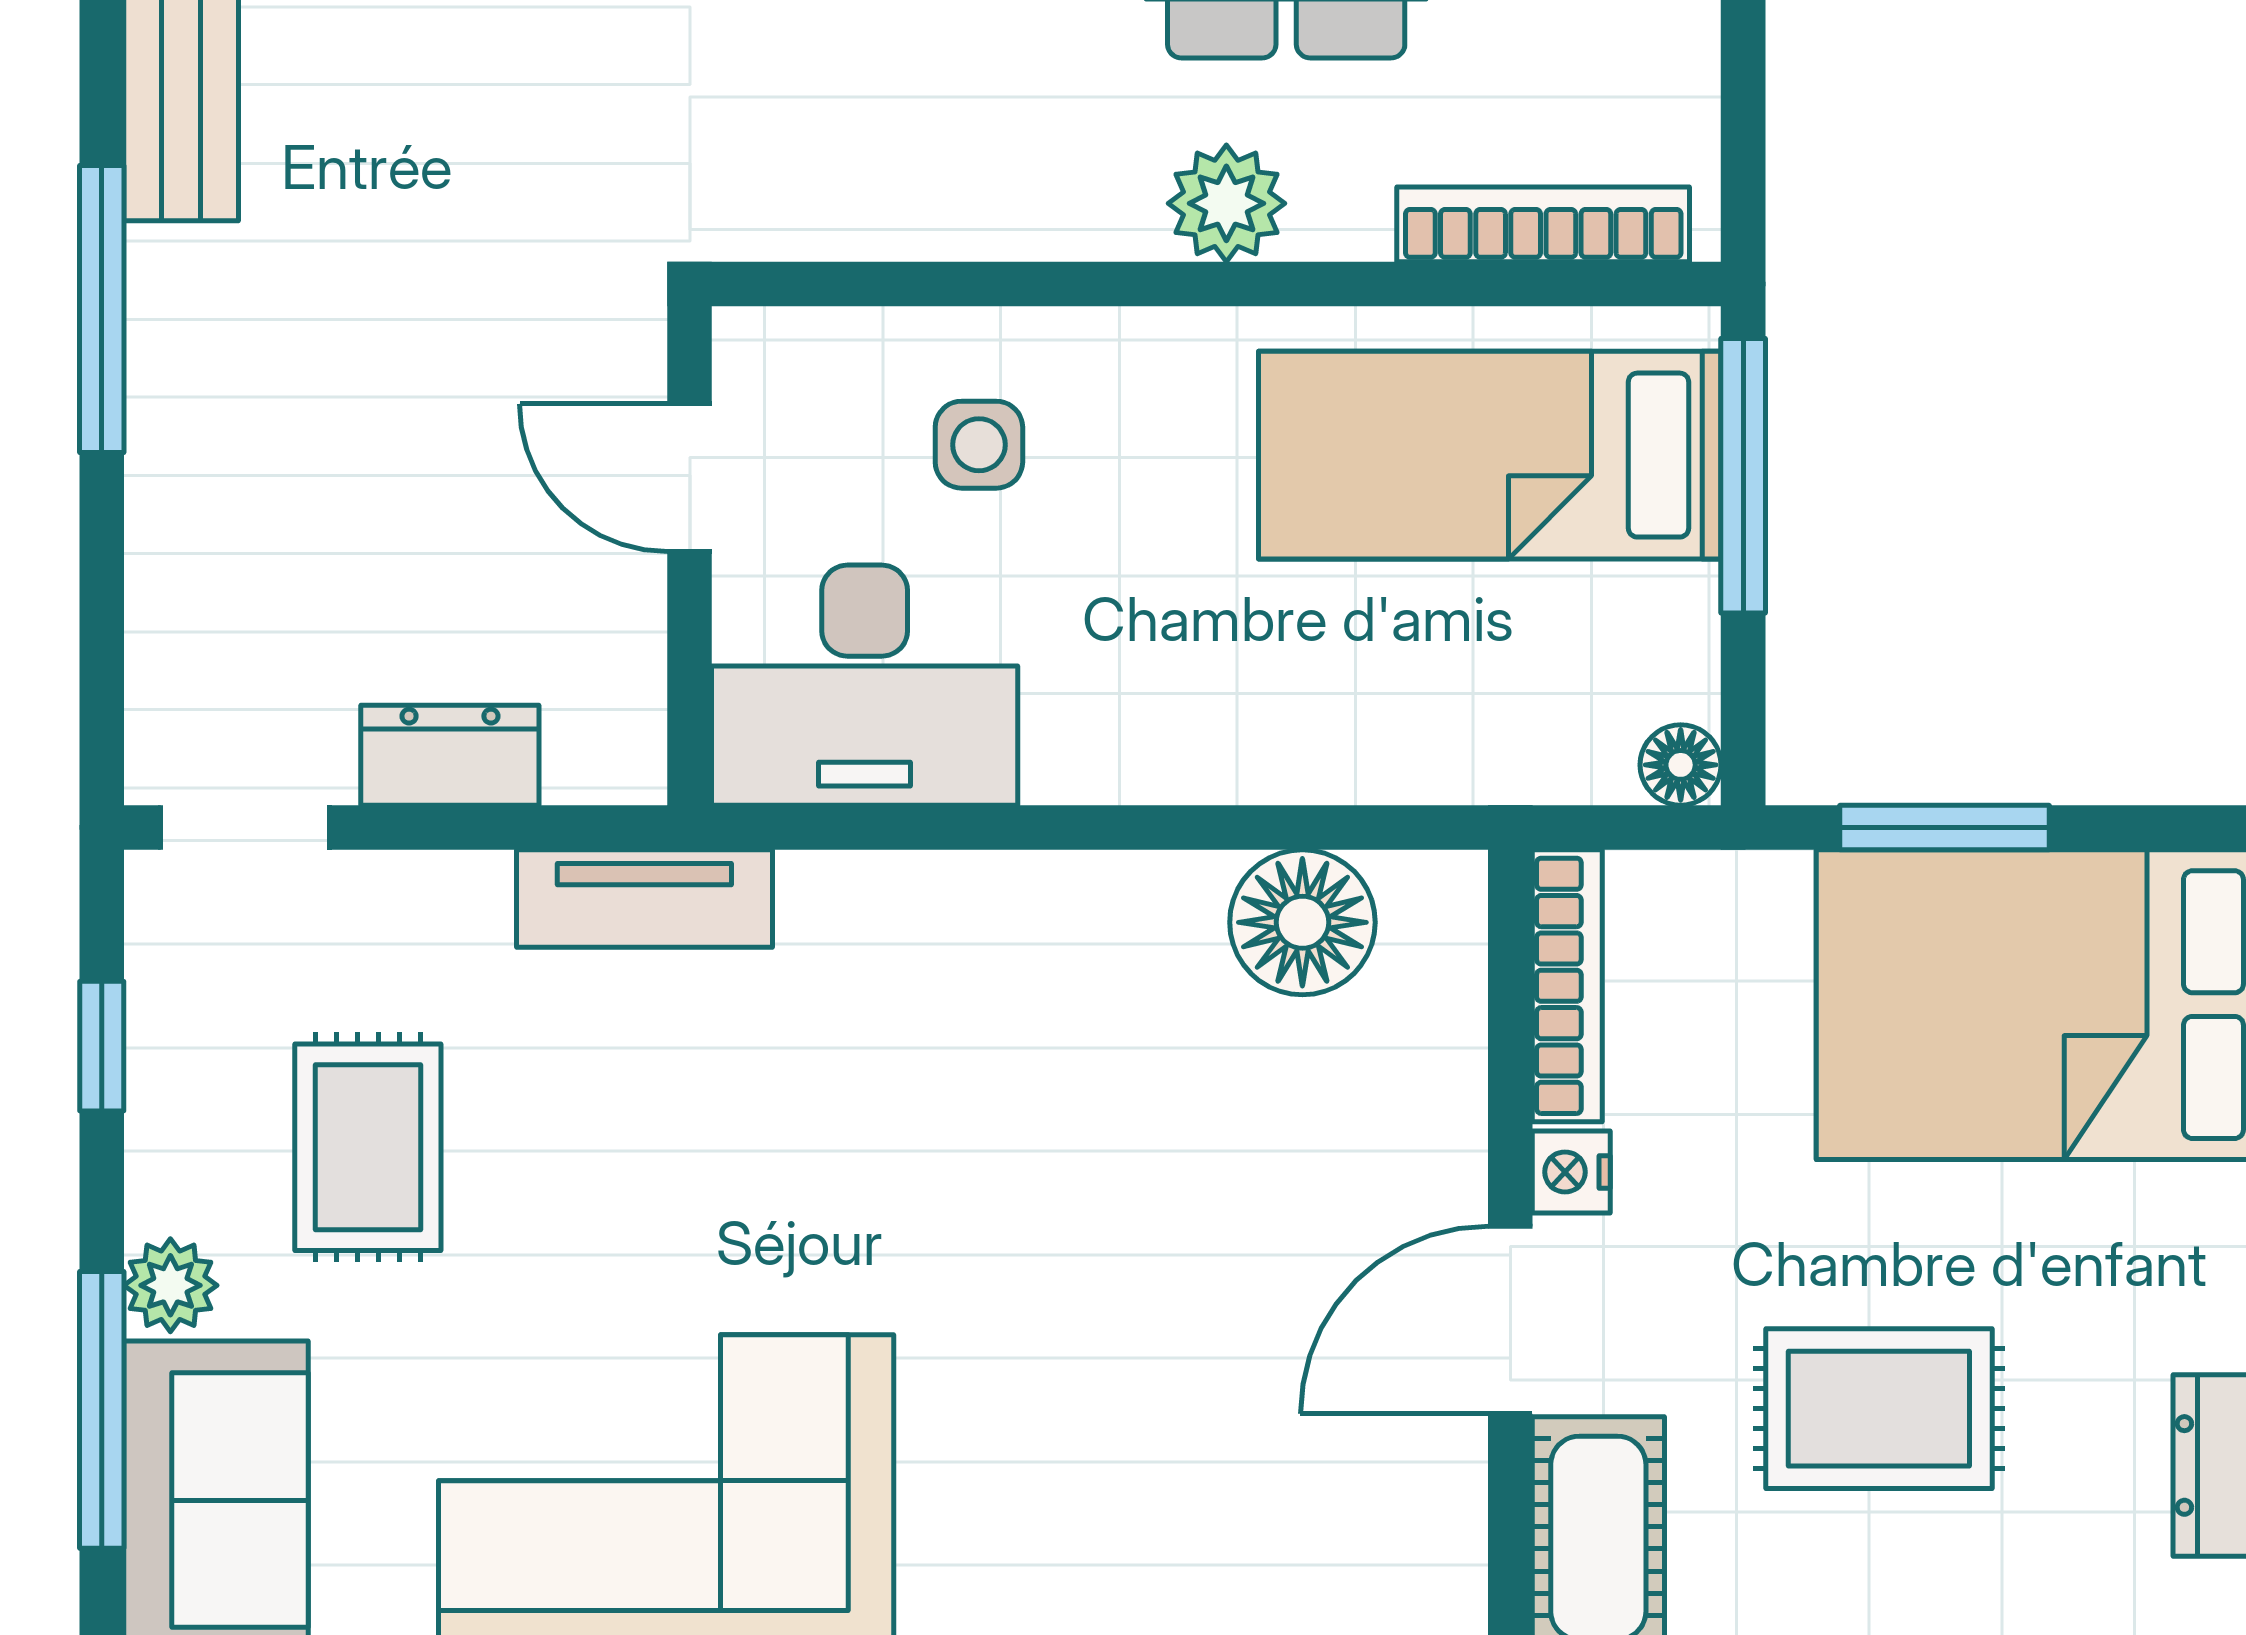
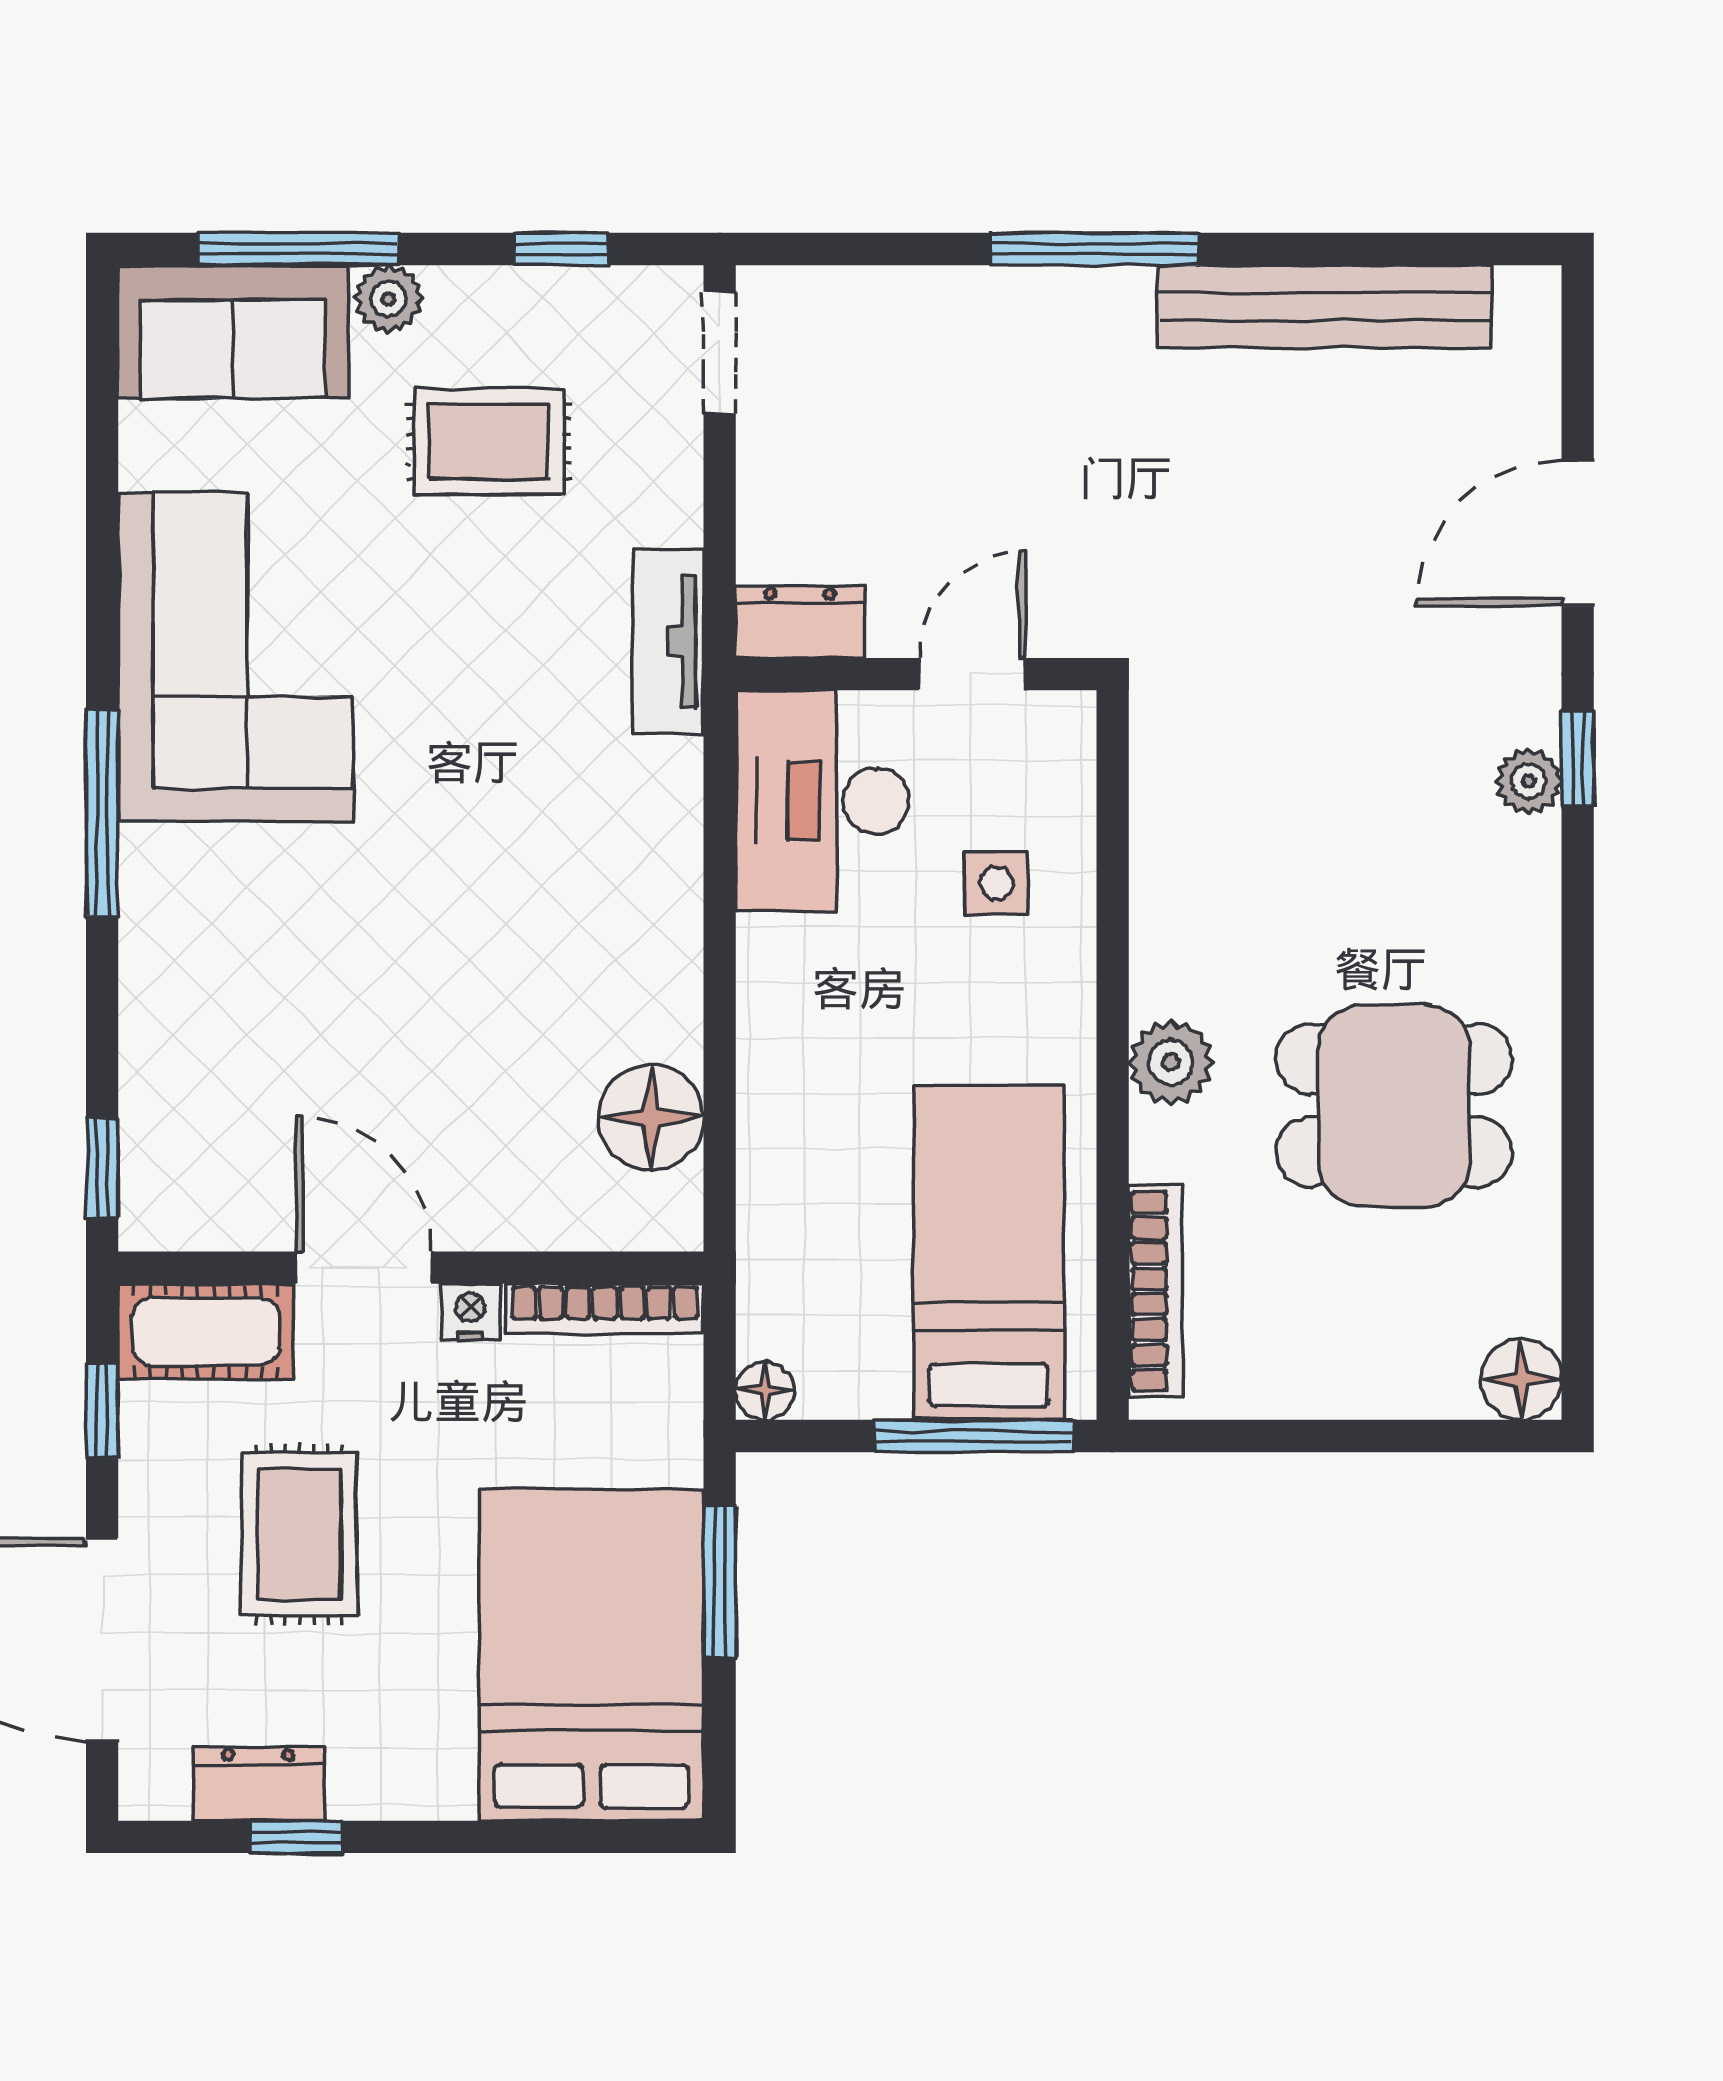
dresser: (450, 755) -> (800, 622), moved, turned -90

